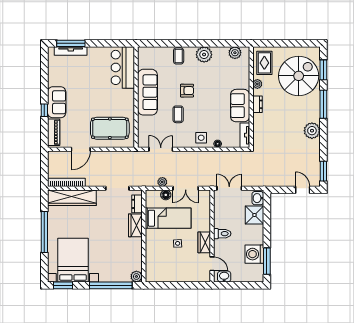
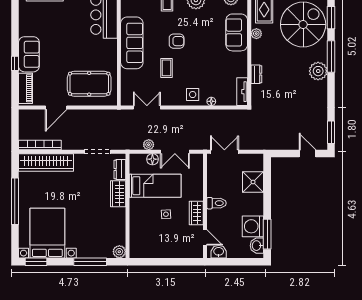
dresser: (257, 104) -> (256, 74), moved
sofa: (240, 106) -> (237, 32), moved
plant: (312, 131) -> (318, 71), moved
washbasin: (258, 198) -> (257, 246), moved
window: (111, 285) -> (90, 262), width x0.68

